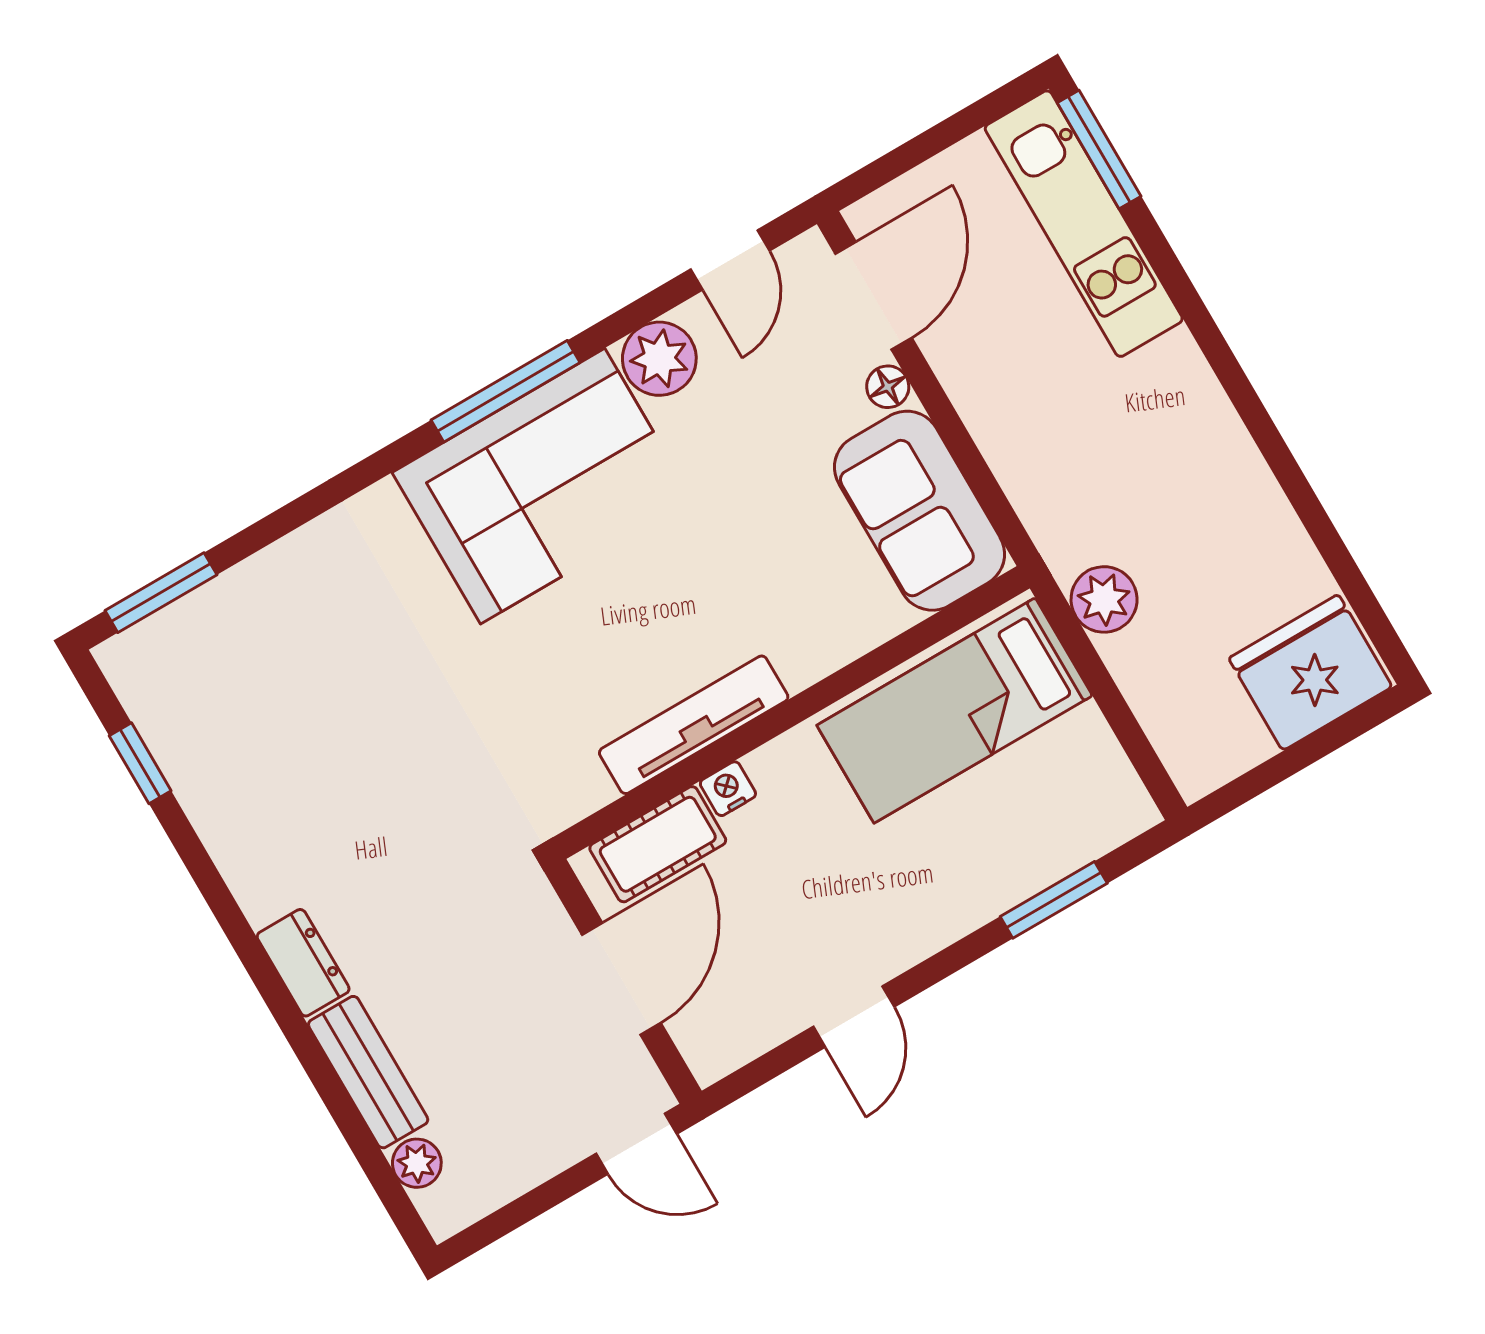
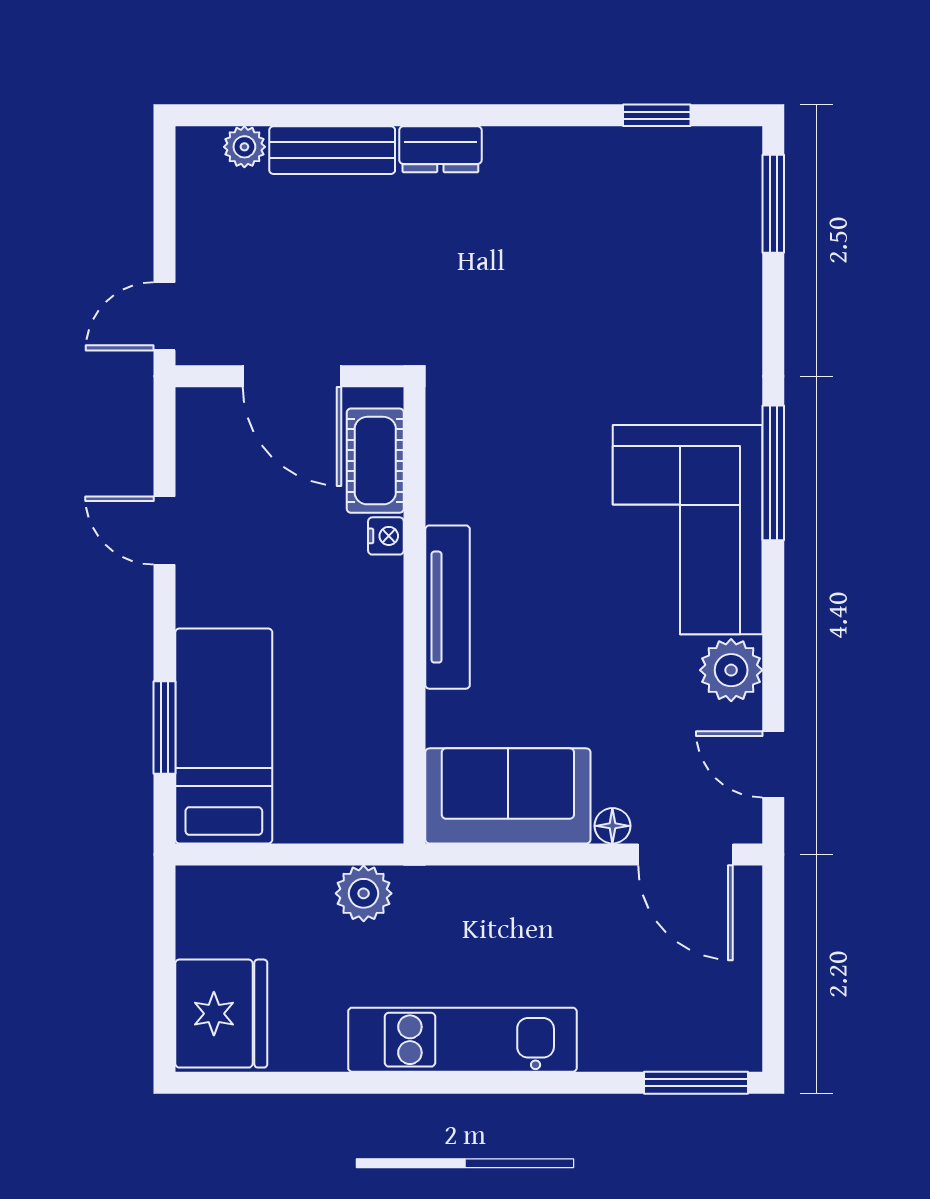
kitchen unit: (1084, 224) -> (462, 1040), moved
window: (505, 391) -> (773, 473), moved
bed: (955, 710) -> (224, 736), moved
tv unit: (694, 725) -> (448, 607), moved

